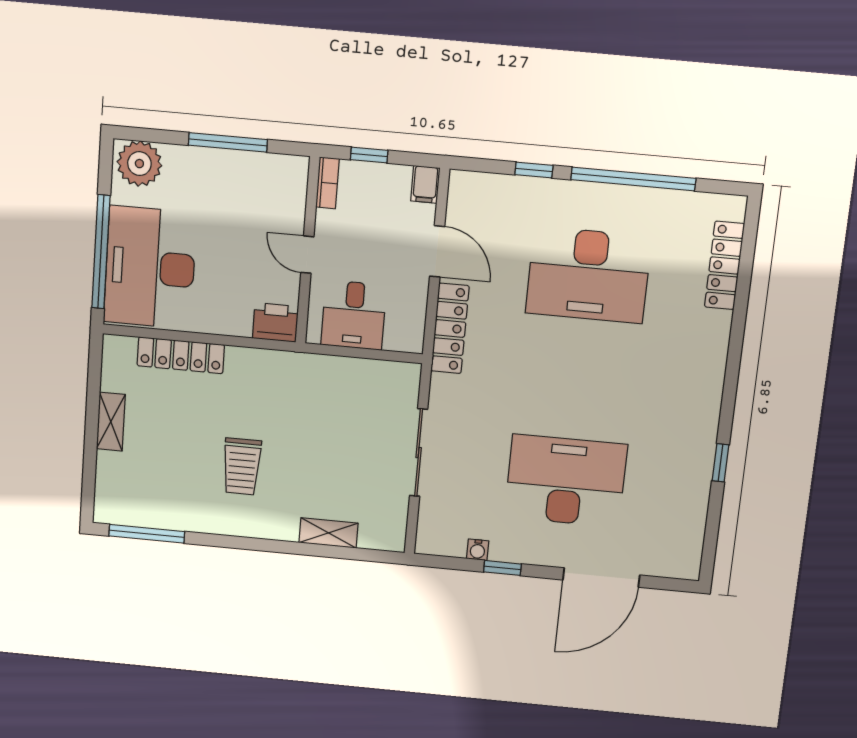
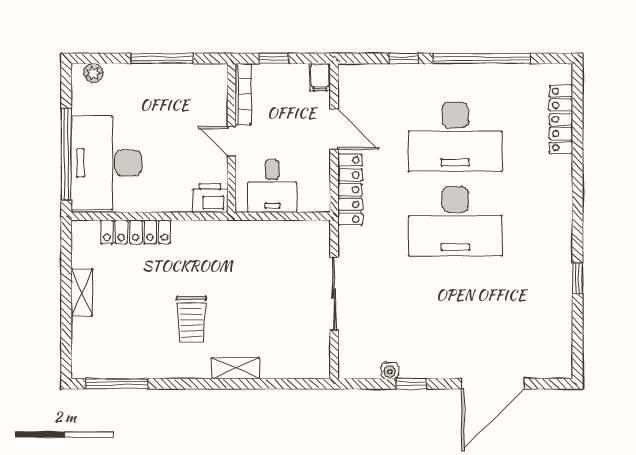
plant: (139, 164) -> (93, 73), width x0.53, depth x0.53
bookcase: (327, 183) -> (243, 94), width x1.56
desk: (566, 481) -> (455, 221), moved, turned 180
shelving: (329, 533) -> (236, 368), moved

